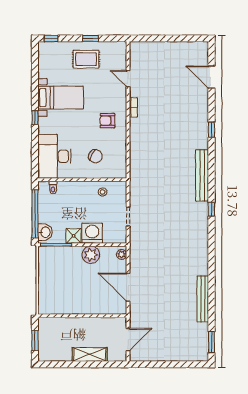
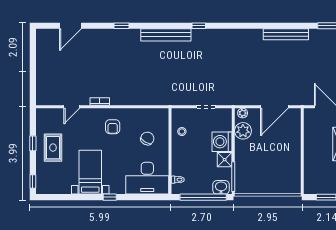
plant: (91, 255) -> (243, 131), moved

